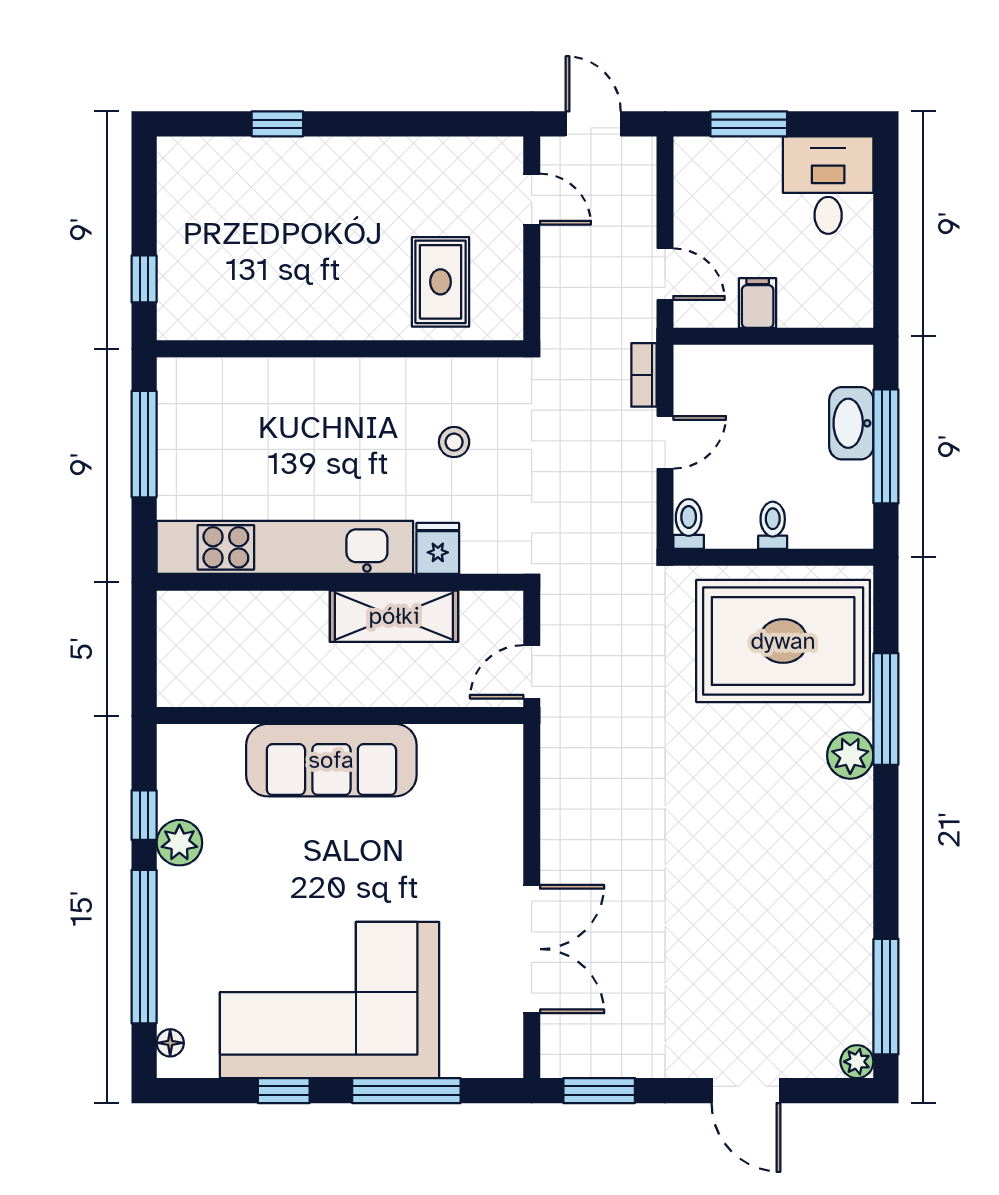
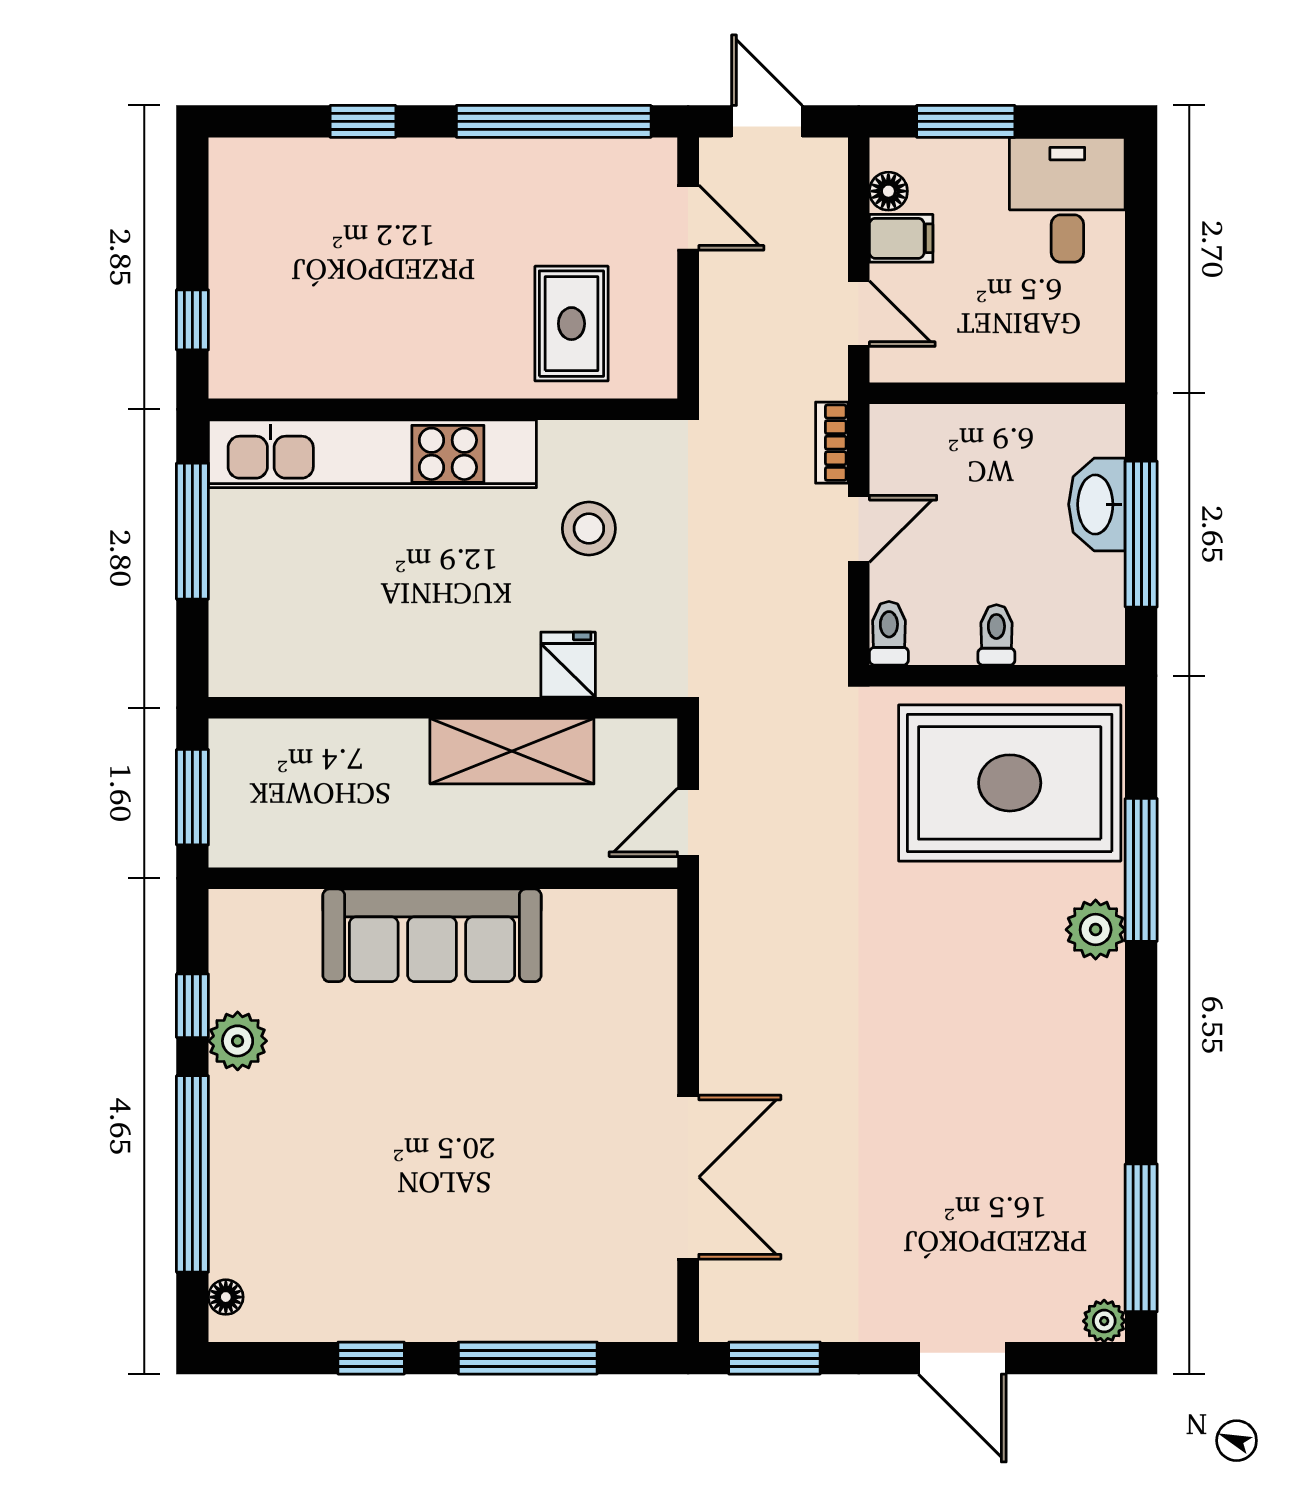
window: (427, 124) -> (554, 121), added
floor lamp: (688, 178) -> (888, 191), added
filing cabinet: (758, 303) -> (901, 238), moved, turned 90
stool: (454, 442) -> (589, 529), width x1.37, depth x1.37
kitchen unit: (285, 547) -> (372, 454), moved, turned 180
window: (144, 652) -> (192, 797), added
corner sofa: (330, 1000) -> (430, 1242), removed

